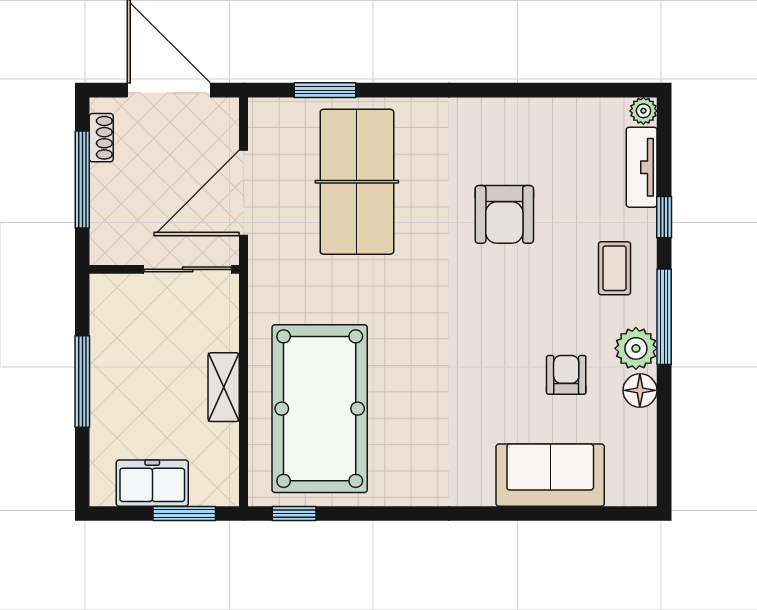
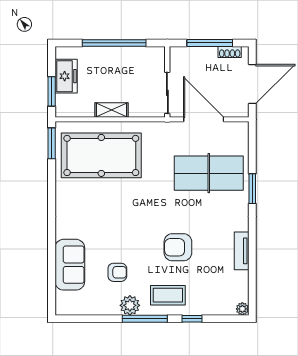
window: (325, 90) -> (252, 189), moved
tv unit: (642, 167) -> (242, 251), moved, turned -90
armchair: (504, 214) -> (178, 247), moved
coffee table: (614, 268) -> (168, 295), width x1.36, depth x1.30
window: (82, 381) -> (114, 43), width x1.46
floor lamp: (640, 390) -> (110, 307), removed
window: (294, 514) -> (52, 143), width x1.50

